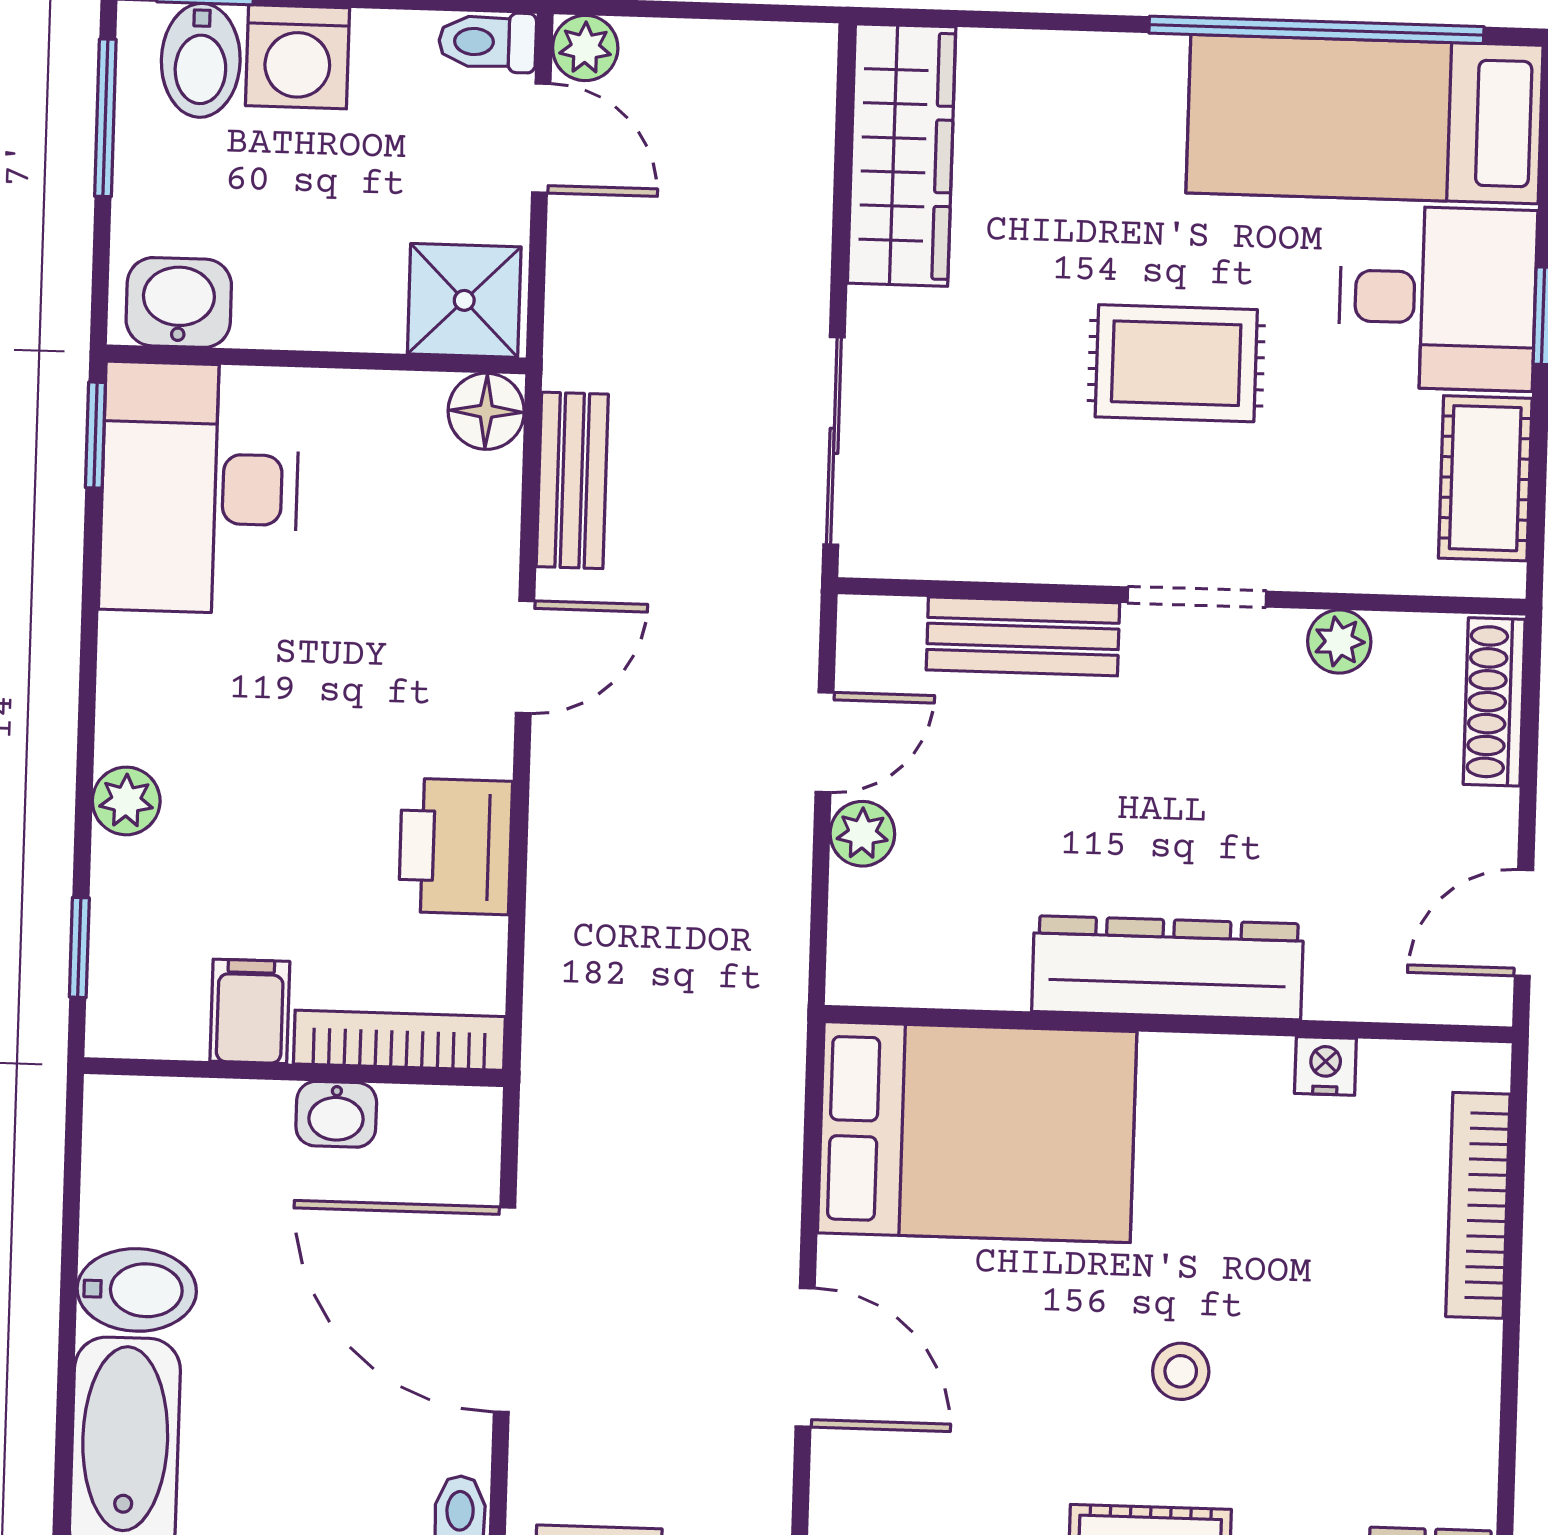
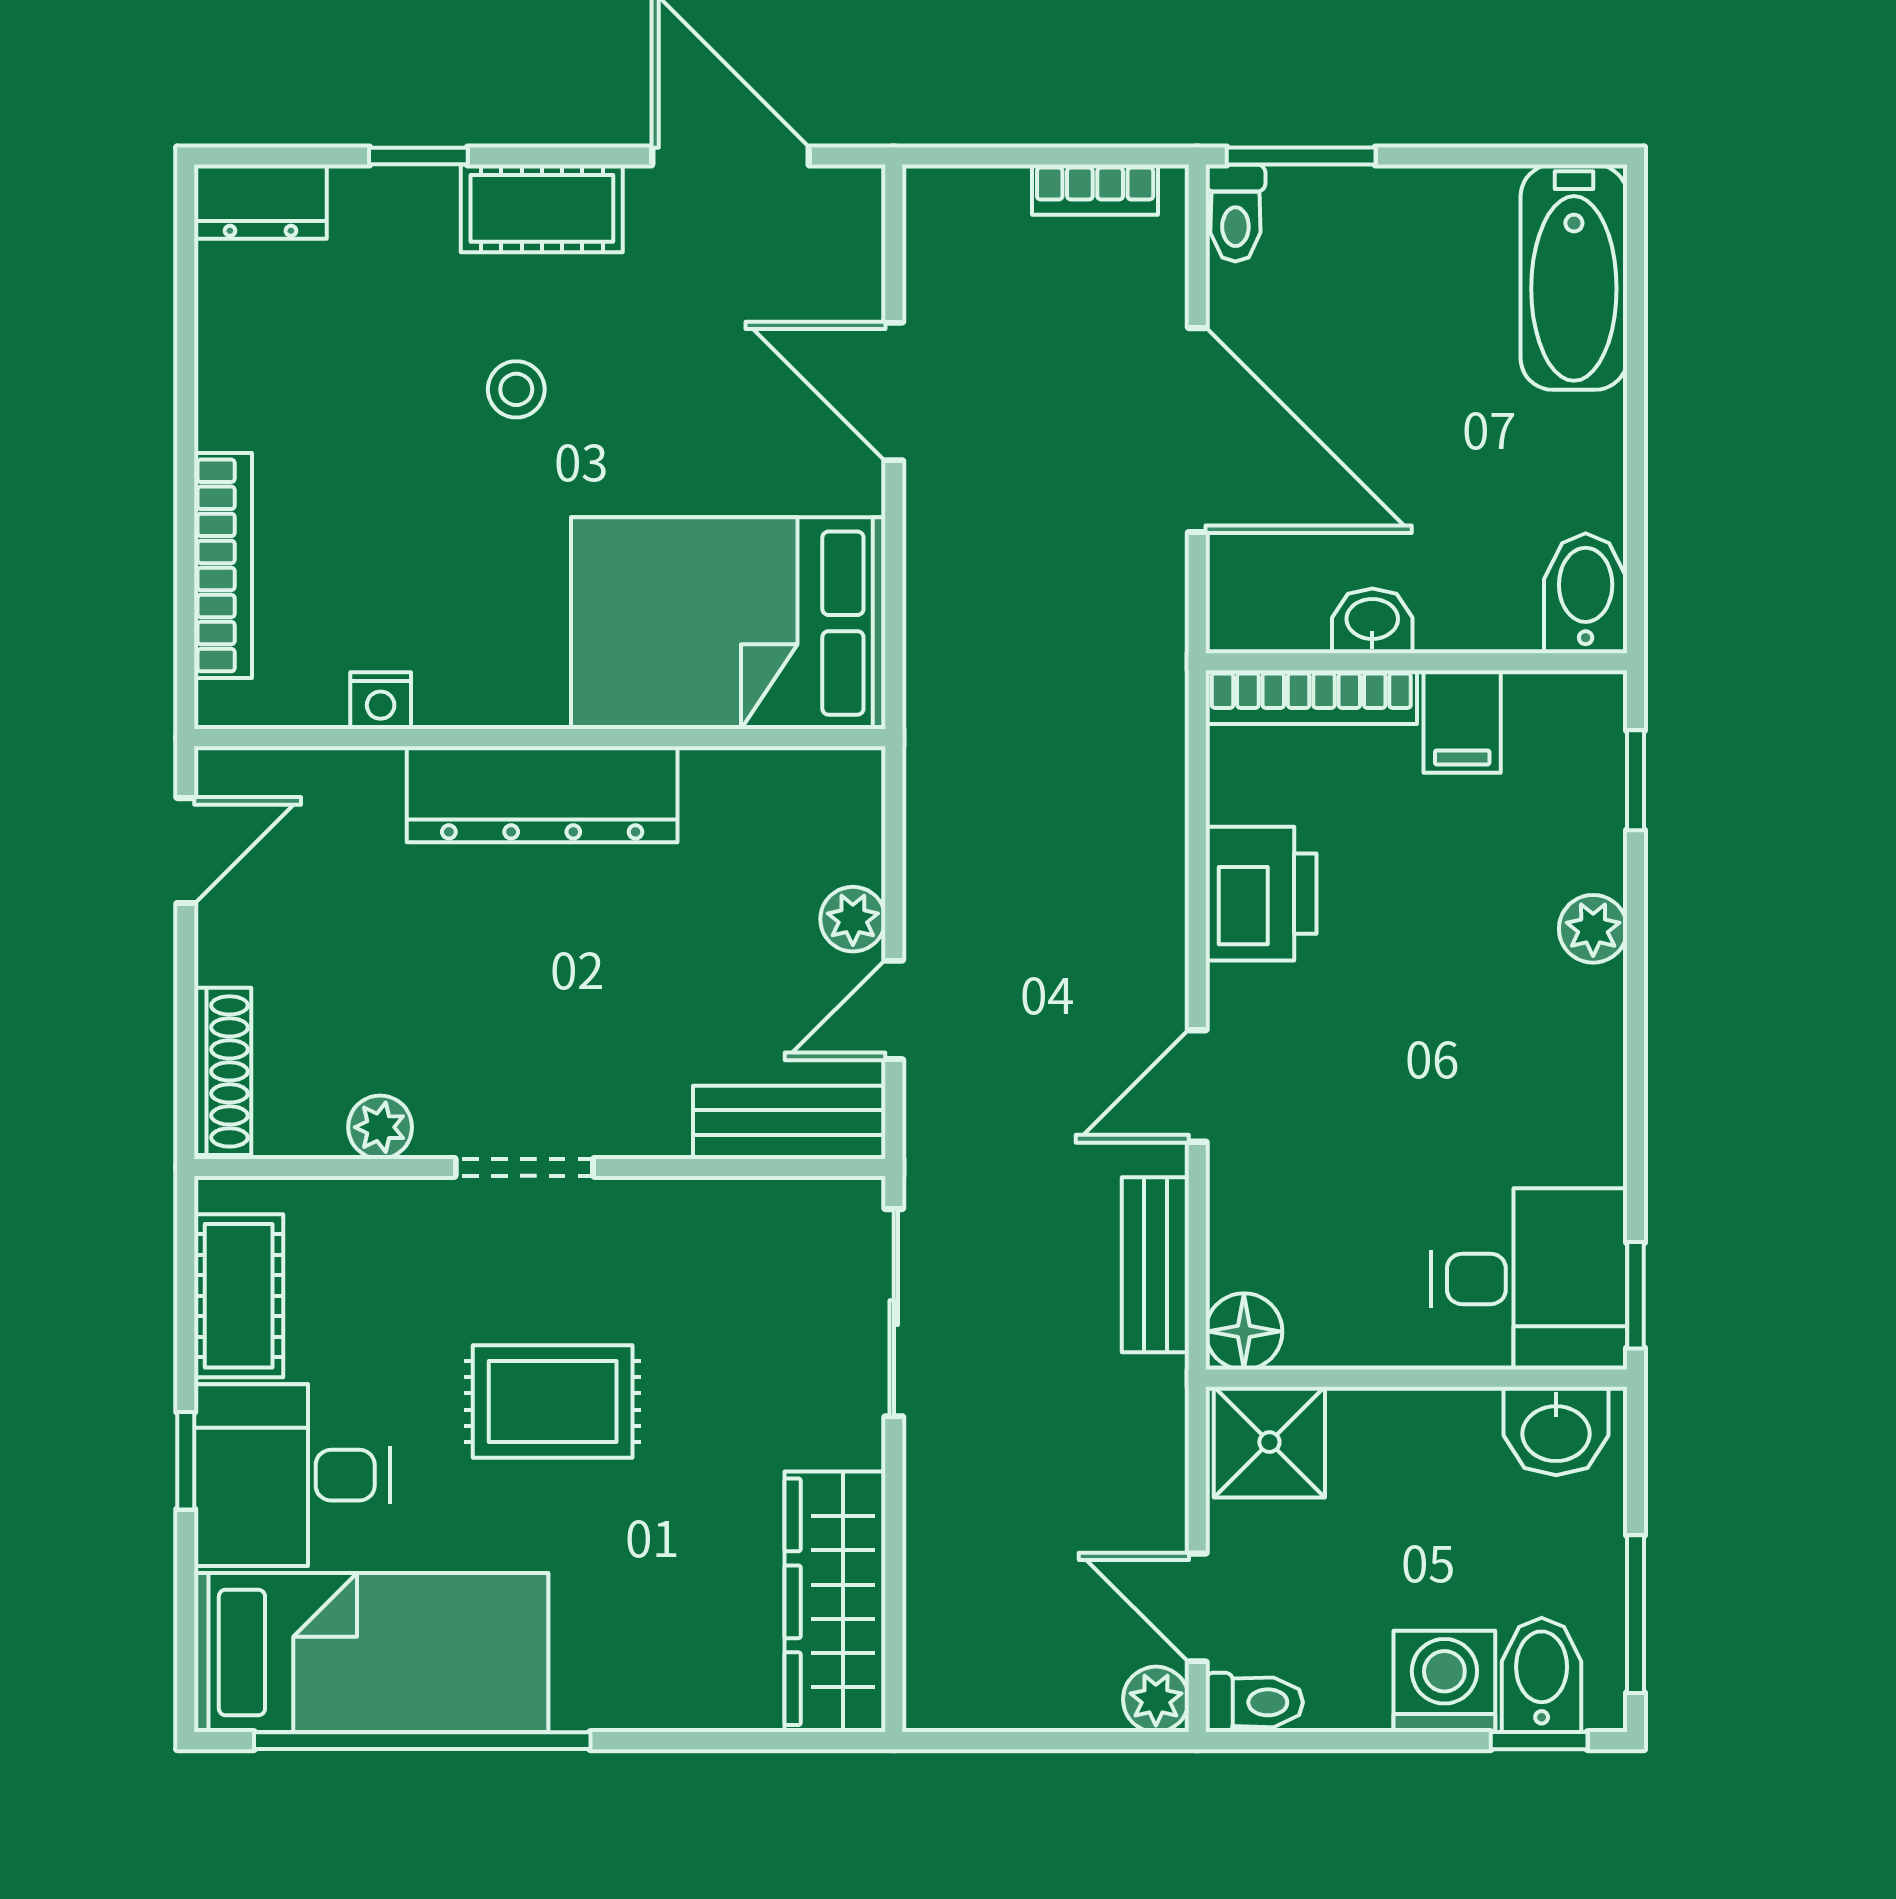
desk: (200, 488) -> (1529, 1279), width x0.73
bench: (1023, 636) -> (789, 1122), moved
bidet: (137, 1290) -> (1586, 593), moved, turned 90

